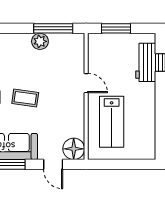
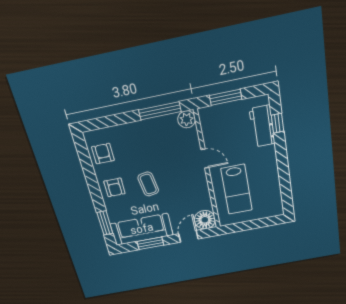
plant: (40, 41) -> (187, 119), moved
coffee table: (25, 98) -> (148, 184), turned 73
door: (53, 164) -> (188, 236), swing flipped

